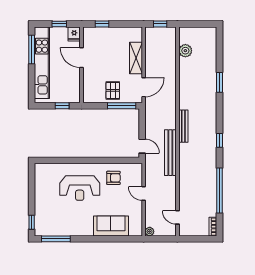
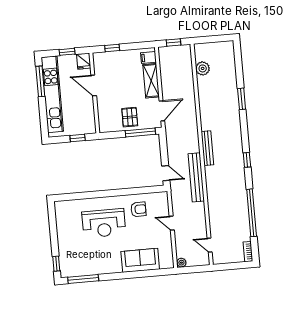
filing cabinet: (135, 36) -> (148, 58), added

